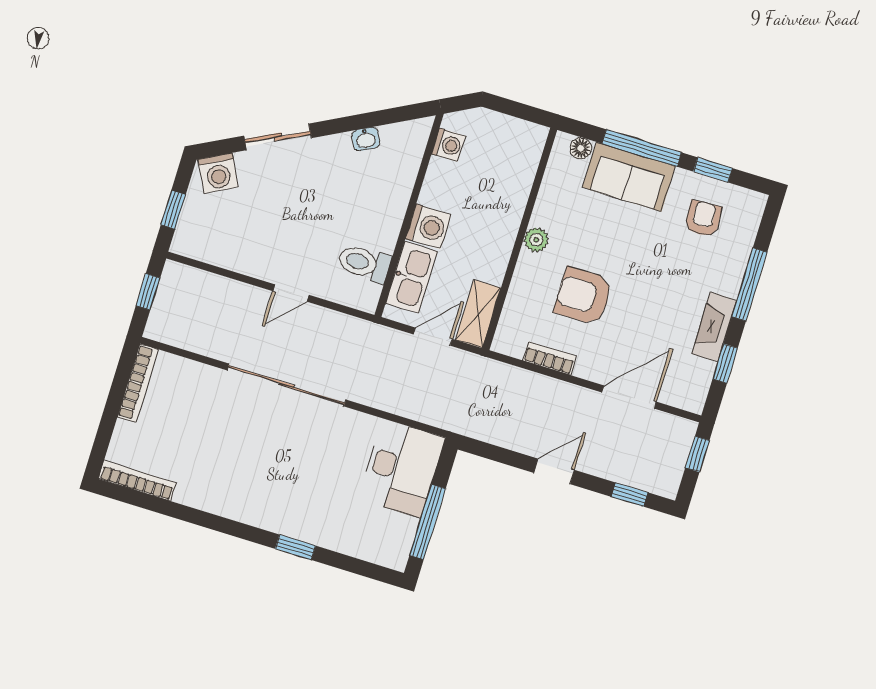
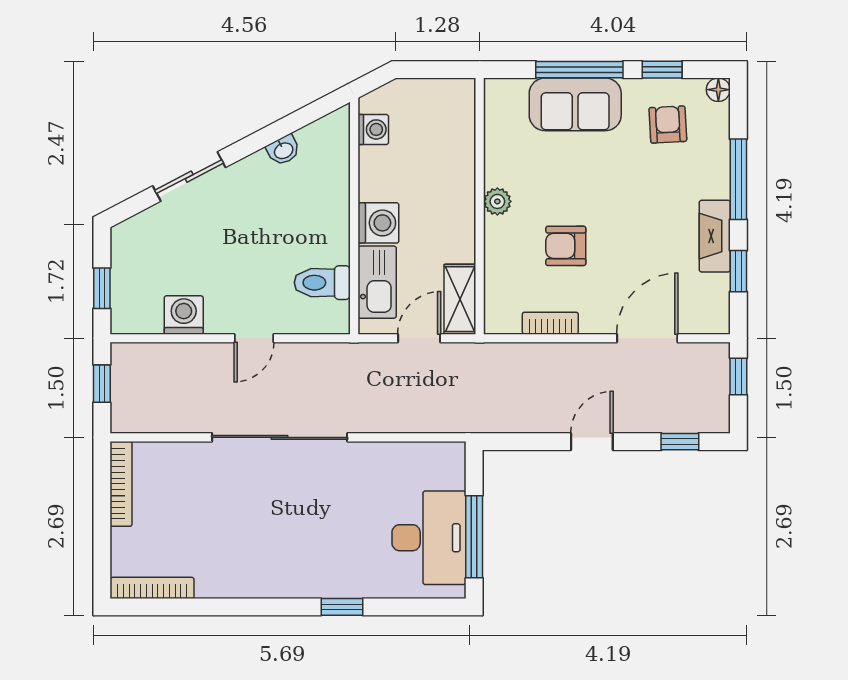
floor lamp: (581, 148) -> (718, 90), moved
washing machine: (218, 173) -> (184, 315), moved, turned -152
armchair: (583, 296) -> (566, 246), width x0.72, depth x0.72
desk: (402, 468) -> (429, 538), moved

